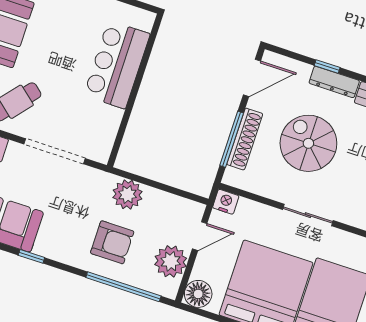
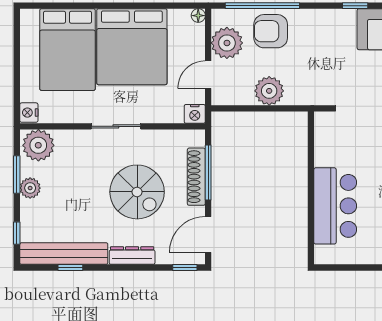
window: (327, 66) -> (185, 268), moved
plant: (127, 195) -> (269, 91), moved
armchair: (112, 242) -> (271, 31), moved
floor lamp: (198, 294) -> (198, 16), width x0.53, depth x0.53

